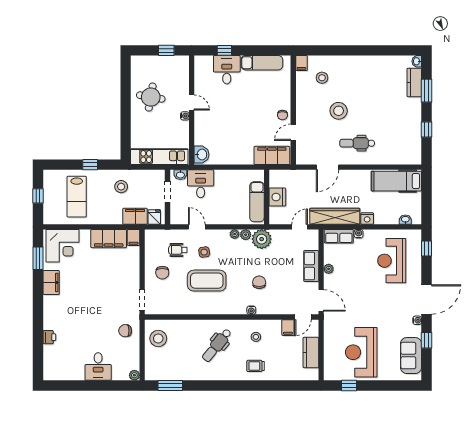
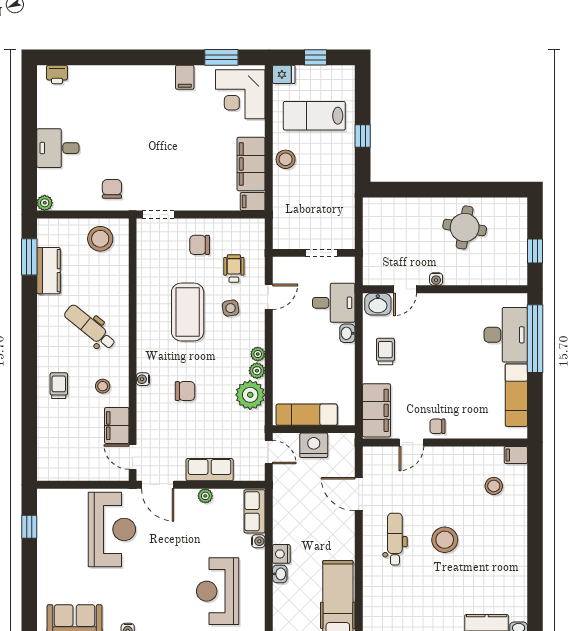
window: (224, 50) -> (535, 339), width x3.17
desk: (227, 70) -> (506, 335), width x1.37
door: (192, 103) -> (405, 289), moved
stool: (339, 111) -> (445, 540), moved
door: (293, 132) -> (411, 443), swing flipped
trolley: (233, 150) -> (385, 351), added
kitchen unit: (159, 157) -> (375, 240), removed
washbasin: (180, 175) -> (347, 333), moved
stool: (121, 187) -> (286, 159), moved
wall: (267, 197) -> (314, 429), moved
nightstand: (277, 197) -> (314, 445), moved
exam couch: (257, 202) -> (307, 415), moved
filing cabinet: (135, 216) -> (285, 204), removed
wardrobe: (335, 216) -> (285, 505), removed
fridge: (154, 217) -> (284, 74), moved
washbasin: (405, 220) -> (280, 574), moved
reception desk: (392, 261) -> (218, 591), turned -90
filing cabinet: (51, 282) -> (185, 77), width x0.50
door: (321, 300) -> (158, 485), hinge flipped
filing cabinet: (288, 328) -> (117, 426), width x2.00
printer: (49, 337) -> (57, 74), moved
reception desk: (361, 352) -> (112, 529), moved, turned 90
kitchen counter: (311, 353) -> (48, 271), moved, turned 90

